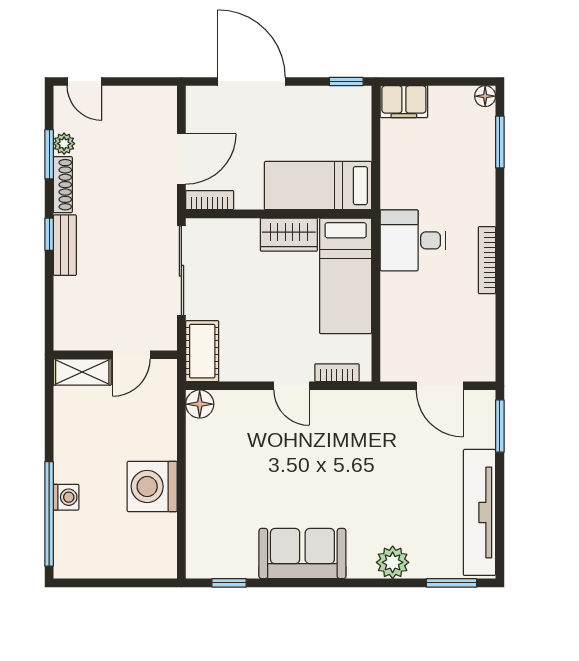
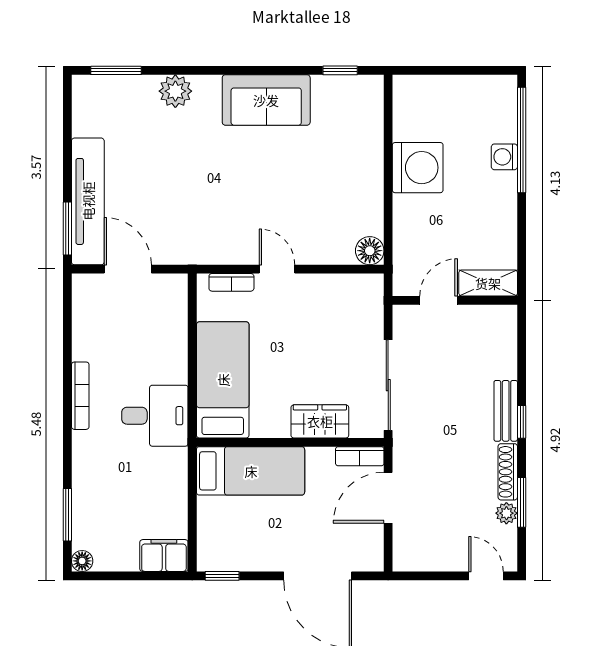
wardrobe: (289, 235) -> (320, 421), moved
cot: (202, 351) -> (367, 304), removed
tv unit: (479, 512) -> (88, 201), moved

